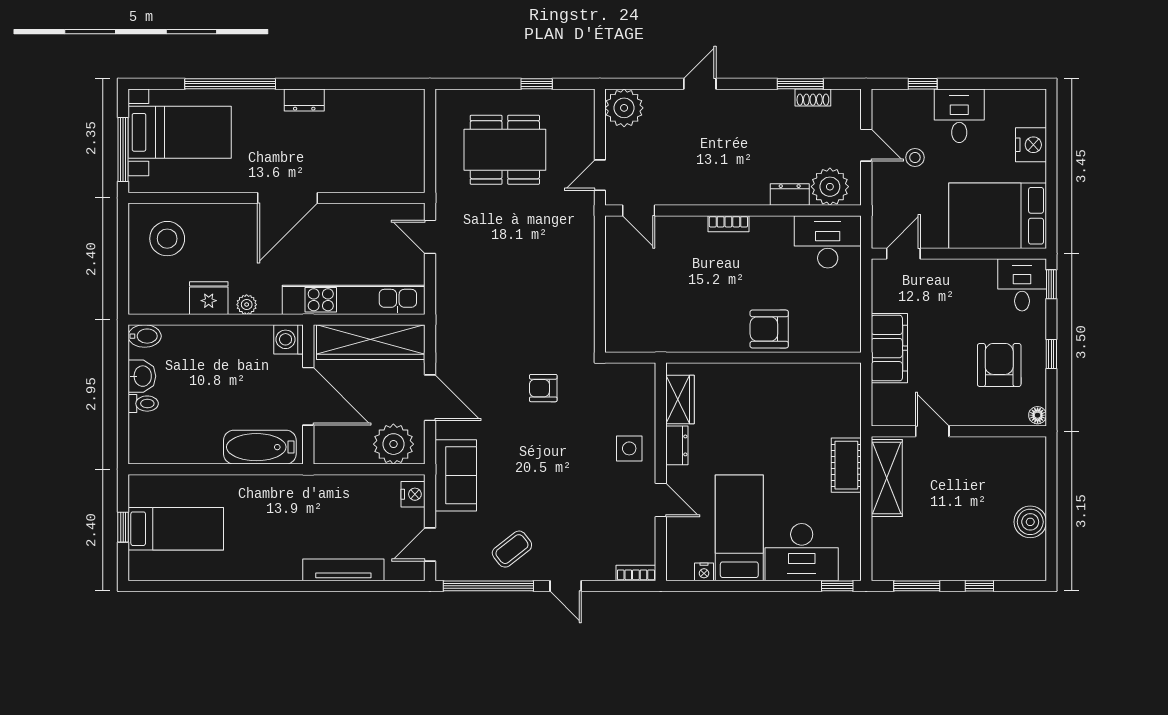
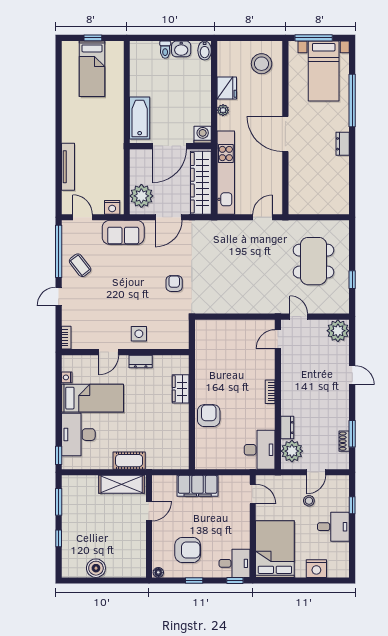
wardrobe: (680, 399) -> (181, 389), moved, turned 90

